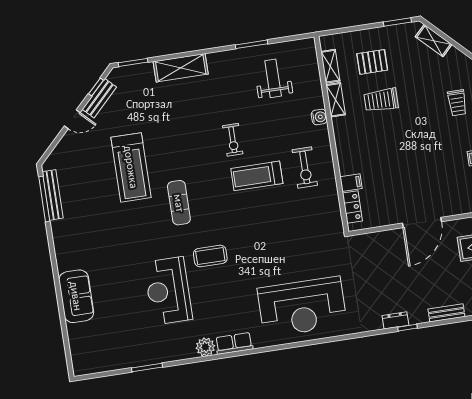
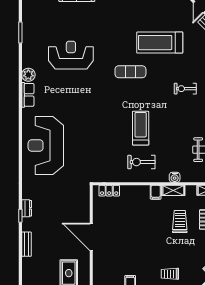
shelving: (336, 100) -> (173, 190), moved
exercise bike: (233, 140) -> (185, 89), moved
filing cabinet: (351, 183) -> (156, 192), moved
coffee table: (210, 256) -> (90, 88), removed

